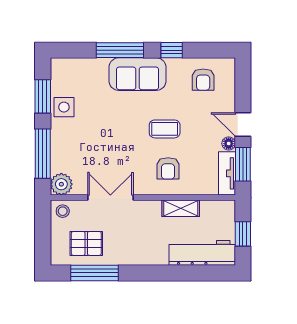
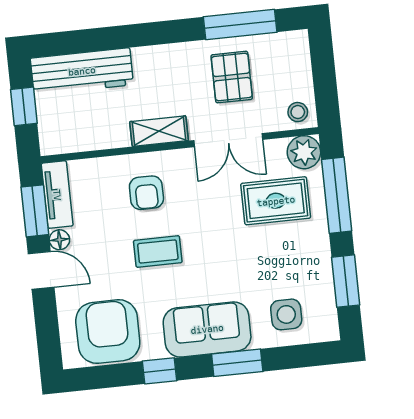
window: (120, 50) -> (237, 363), width x0.69
armchair: (203, 80) -> (108, 332), width x1.88, depth x1.88
side table: (64, 107) -> (286, 314), moved
rug: (83, 154) -> (276, 201), added
armchair: (168, 168) -> (146, 193), turned 180
shelving: (181, 208) -> (159, 131), moved
pallet: (86, 243) -> (232, 77), moved, turned 90

